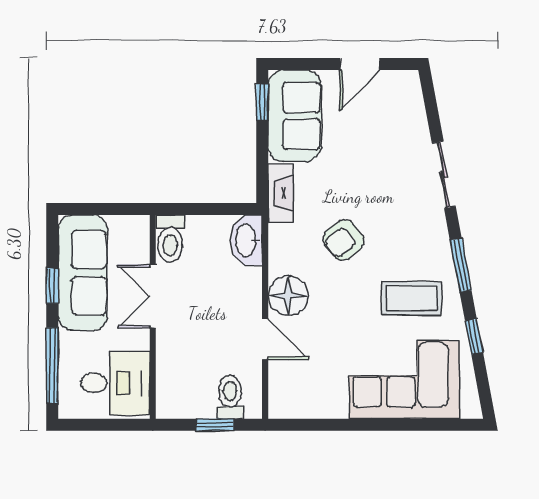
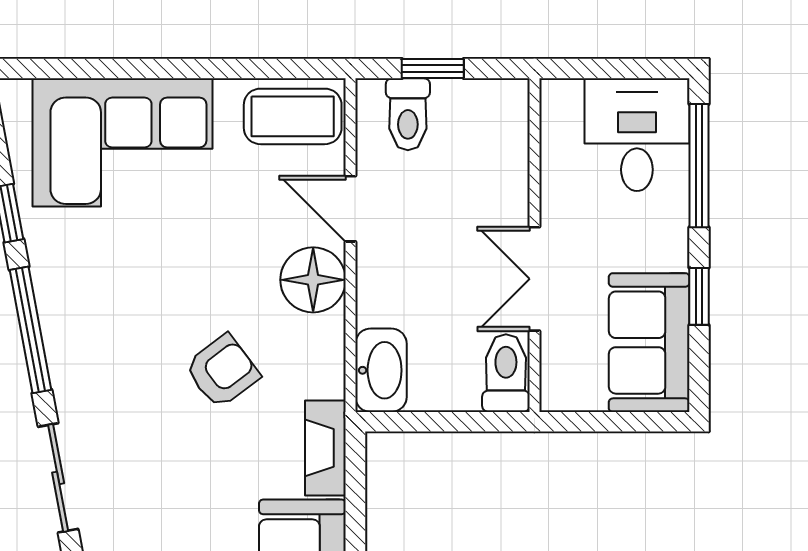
window: (461, 265) -> (30, 330), width x1.44
sofa: (83, 273) -> (649, 343), width x0.73
double door: (153, 296) -> (534, 279), swing flipped
coffee table: (412, 298) -> (293, 116), moved
desk: (115, 383) -> (637, 135), moved, turned 90

